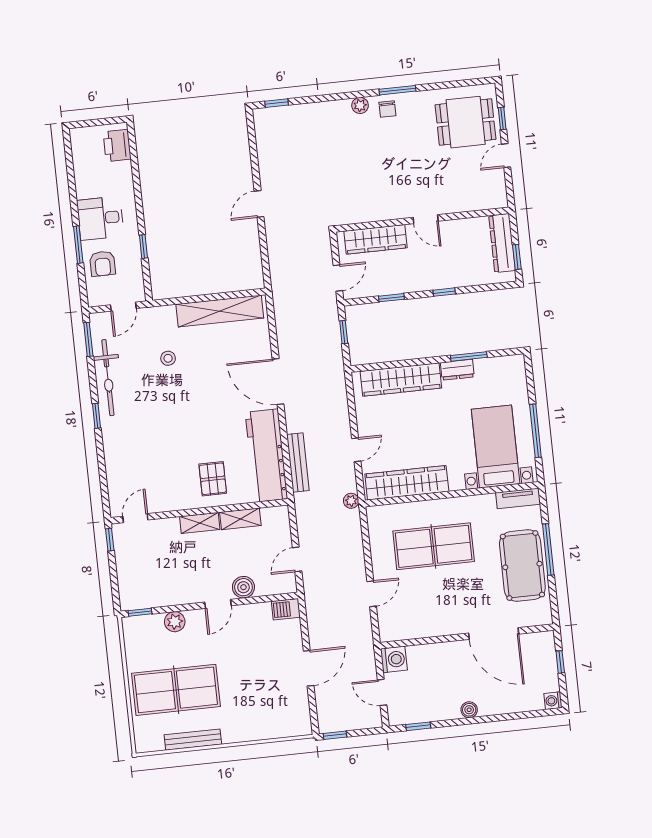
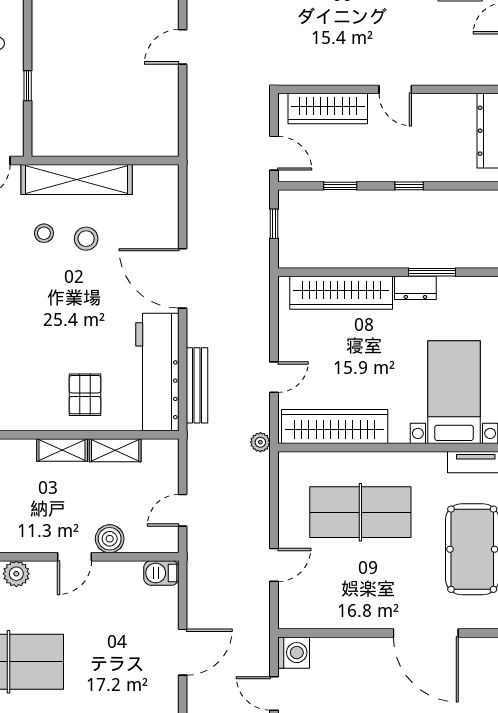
door: (338, 278) -> (274, 153), hinge flipped
shelving: (220, 311) -> (77, 179), moved
stool: (201, 359) -> (86, 239), added

